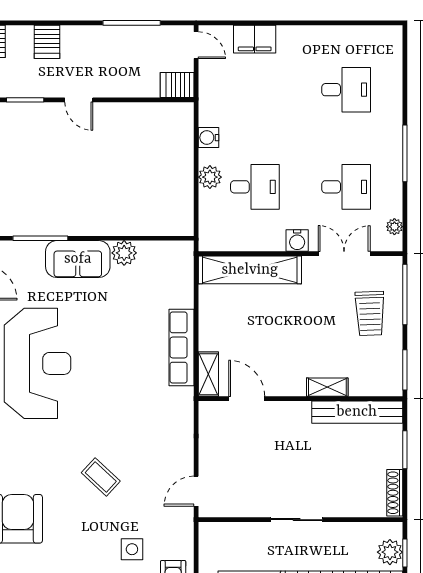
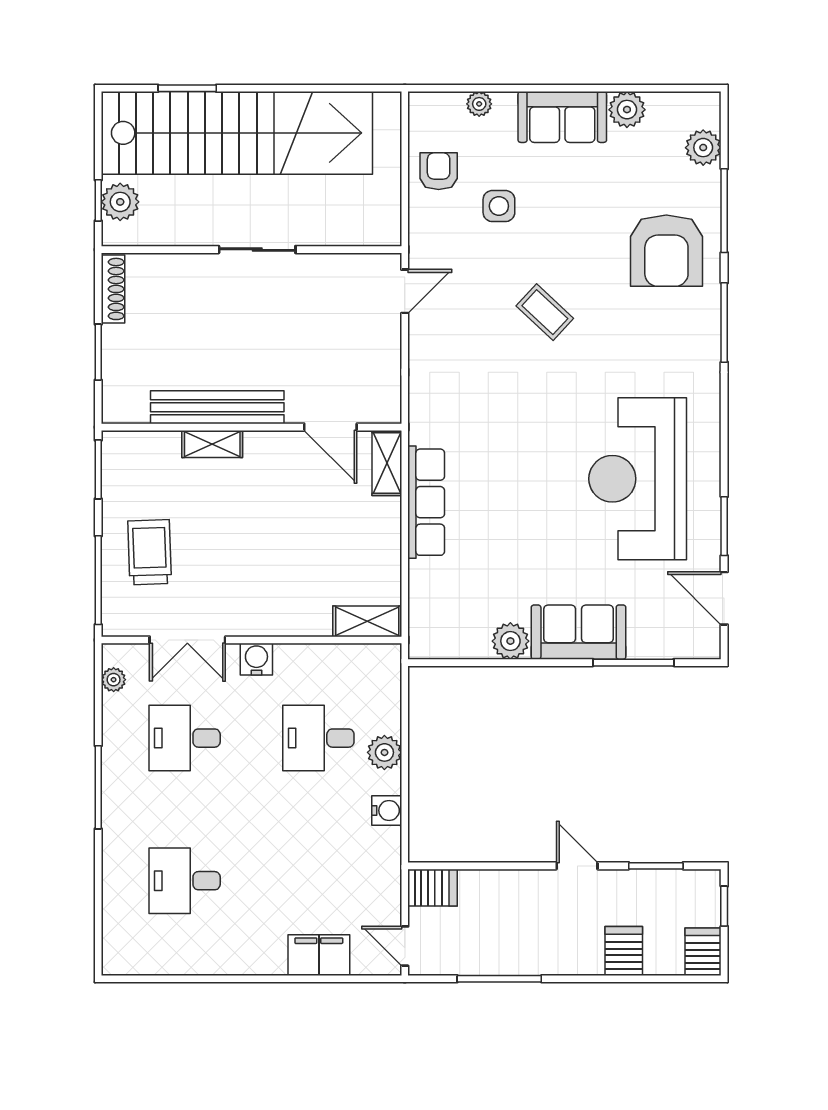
shelving: (250, 270) -> (367, 621), width x0.45, depth x0.75
bench: (357, 412) -> (217, 407), moved

